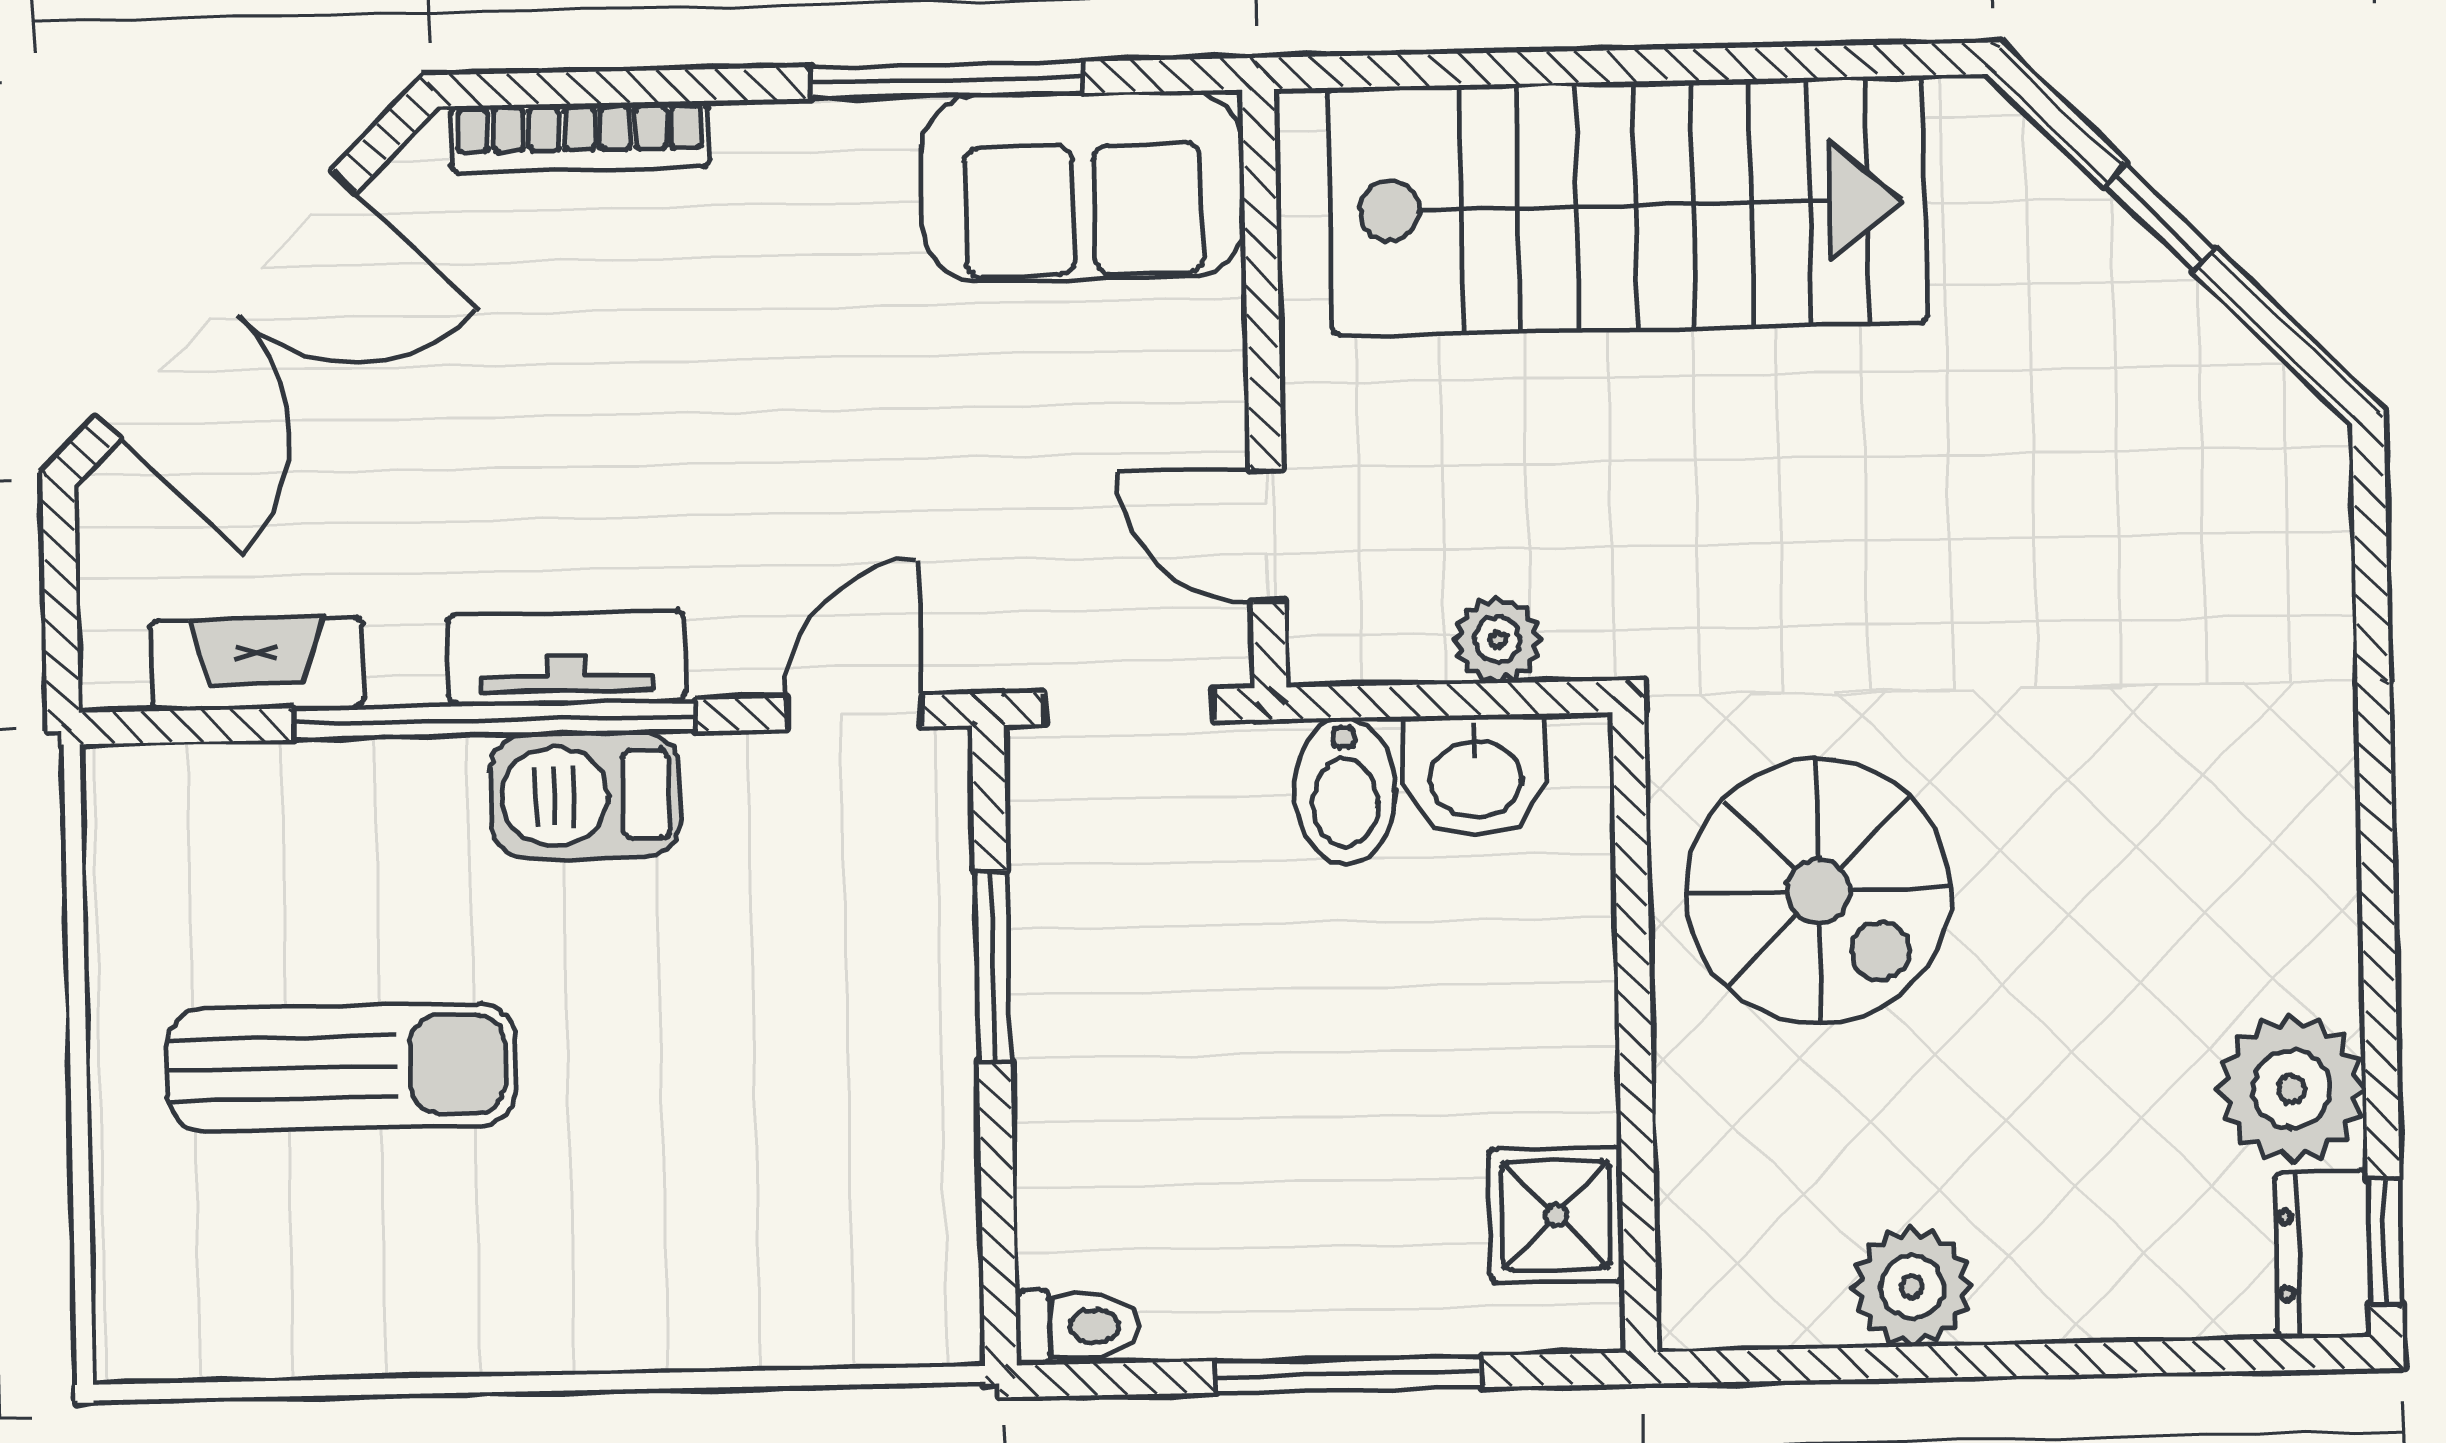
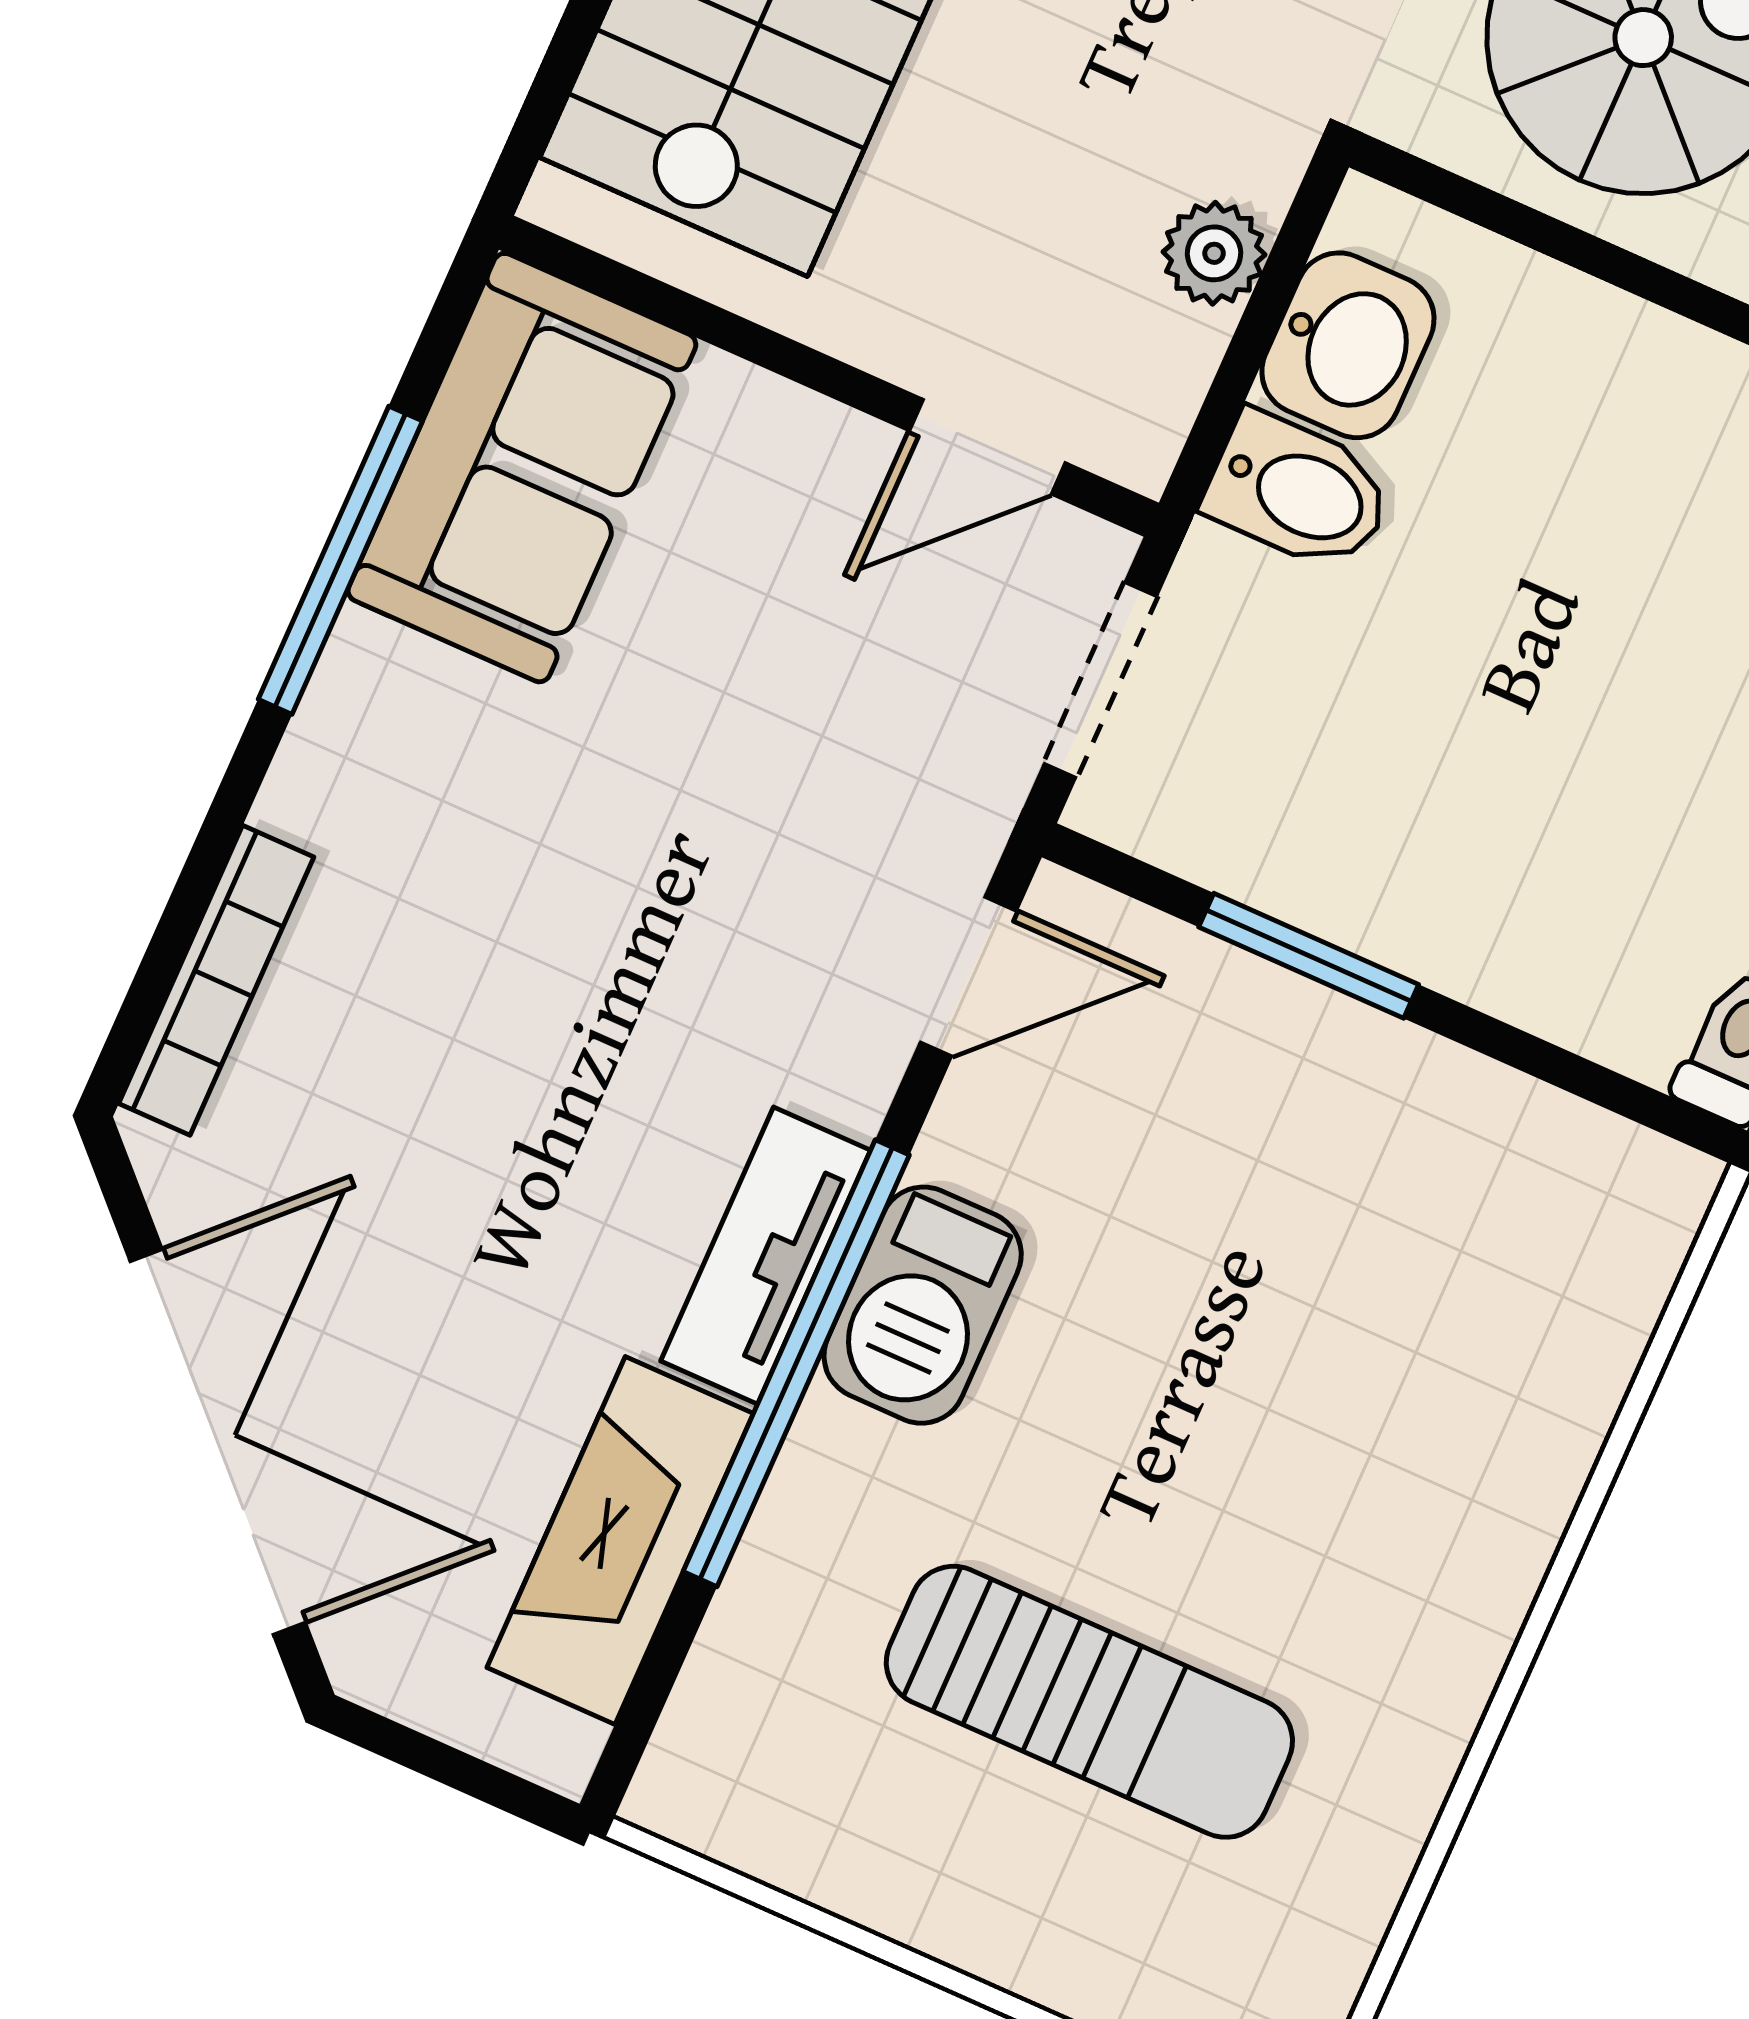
fireplace: (257, 664) -> (620, 1540), width x1.37, depth x1.32
door: (854, 712) -> (968, 976), swing flipped
sun lounger: (341, 1067) -> (1089, 1702), turned 90

